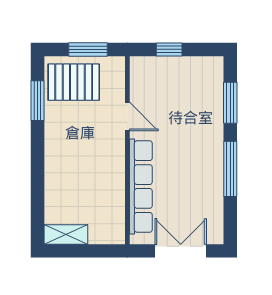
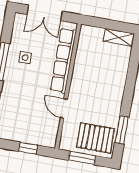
side table: (197, 180) -> (25, 58), added

